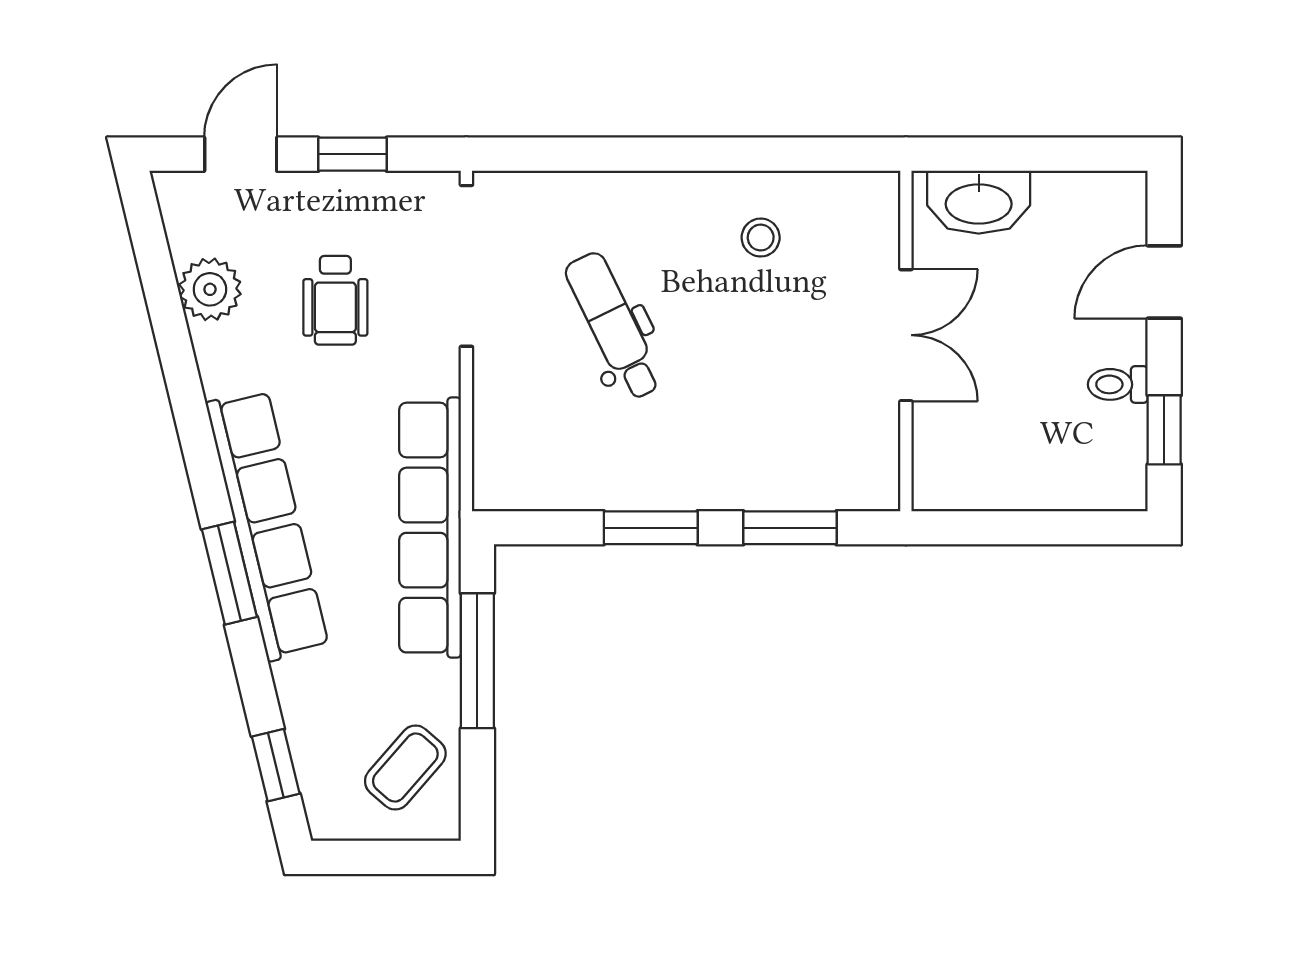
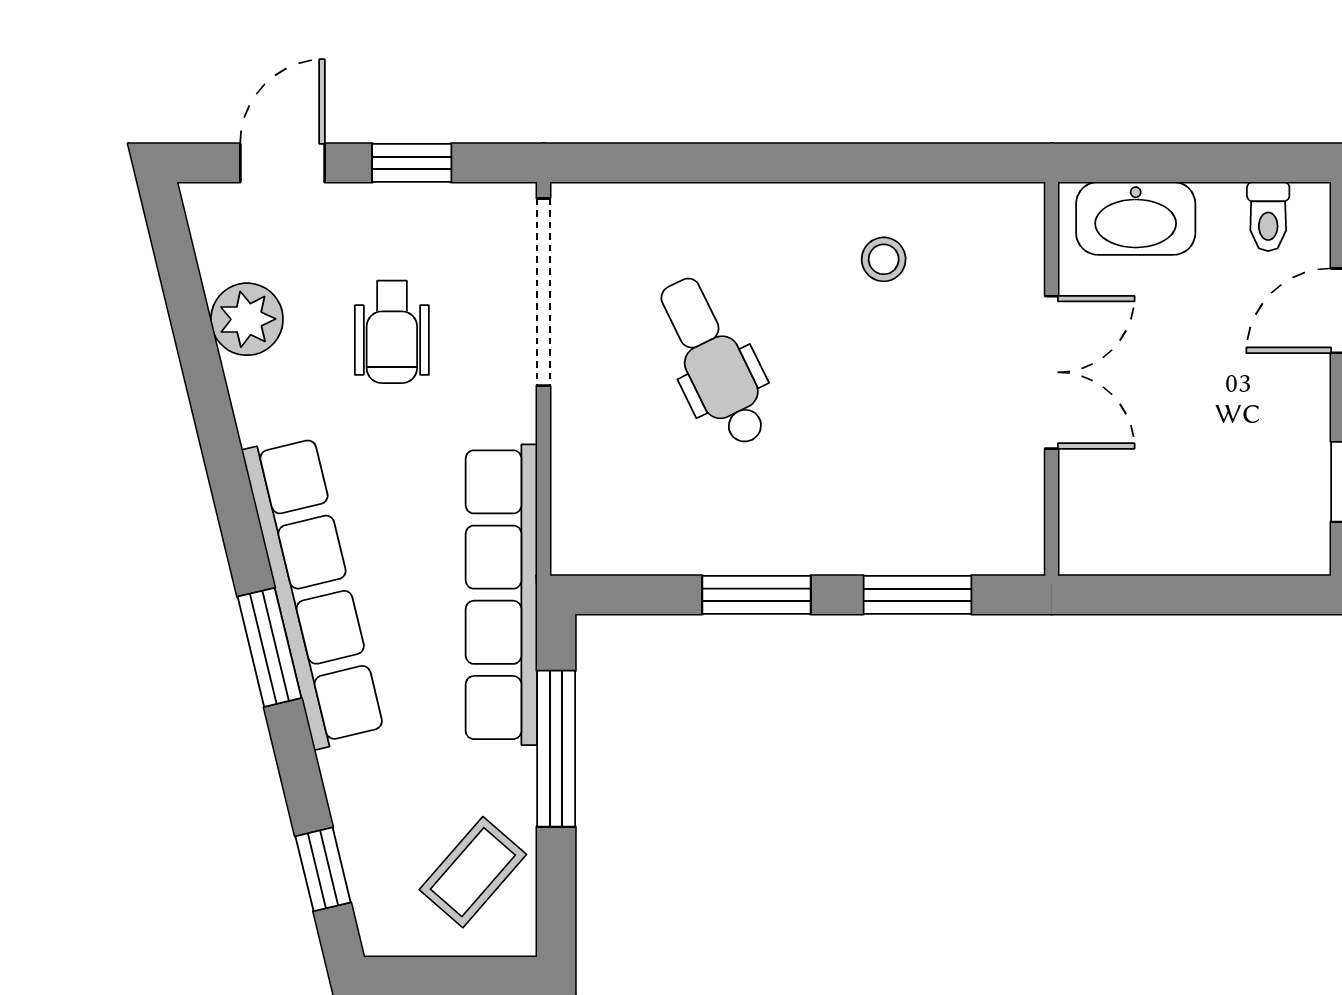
toilet: (1118, 384) -> (1268, 217), moved, turned -90

